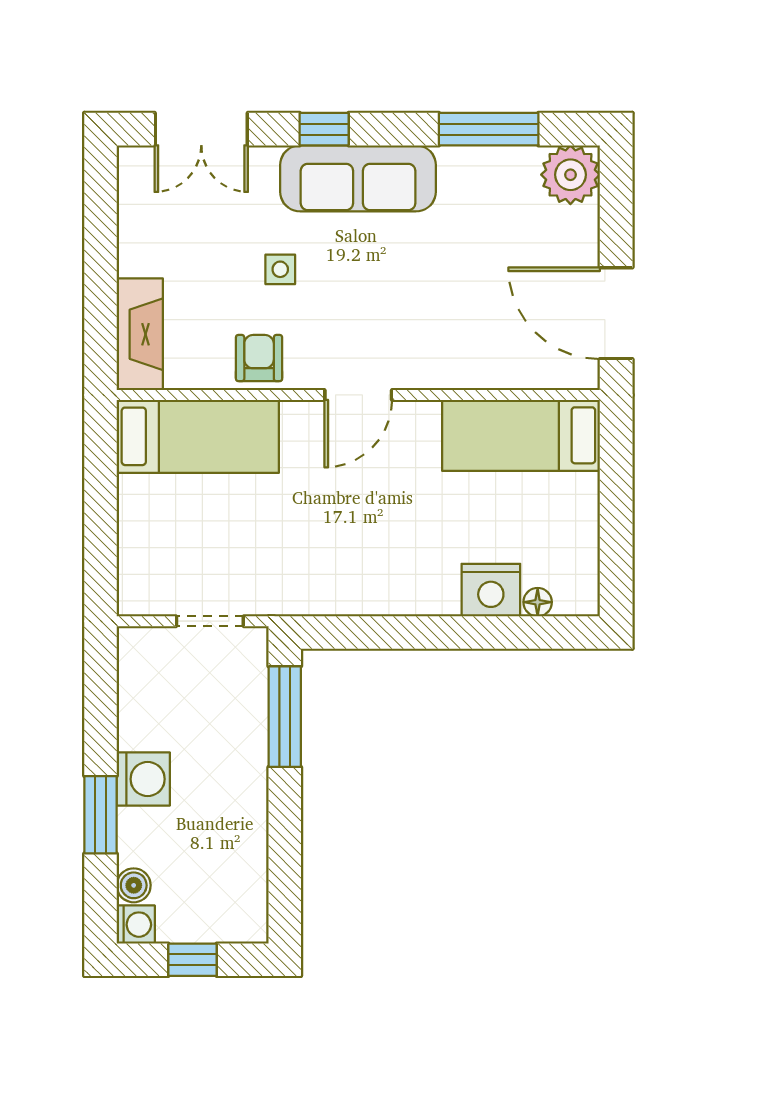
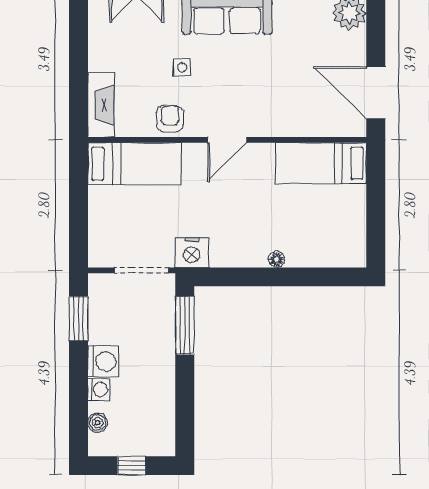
nightstand: (491, 590) -> (192, 252), moved
floor lamp: (538, 602) -> (277, 259), moved
doorway: (210, 621) -> (142, 270), width x1.38
window: (101, 815) -> (79, 319), moved
washing machine: (136, 925) -> (99, 390), moved

